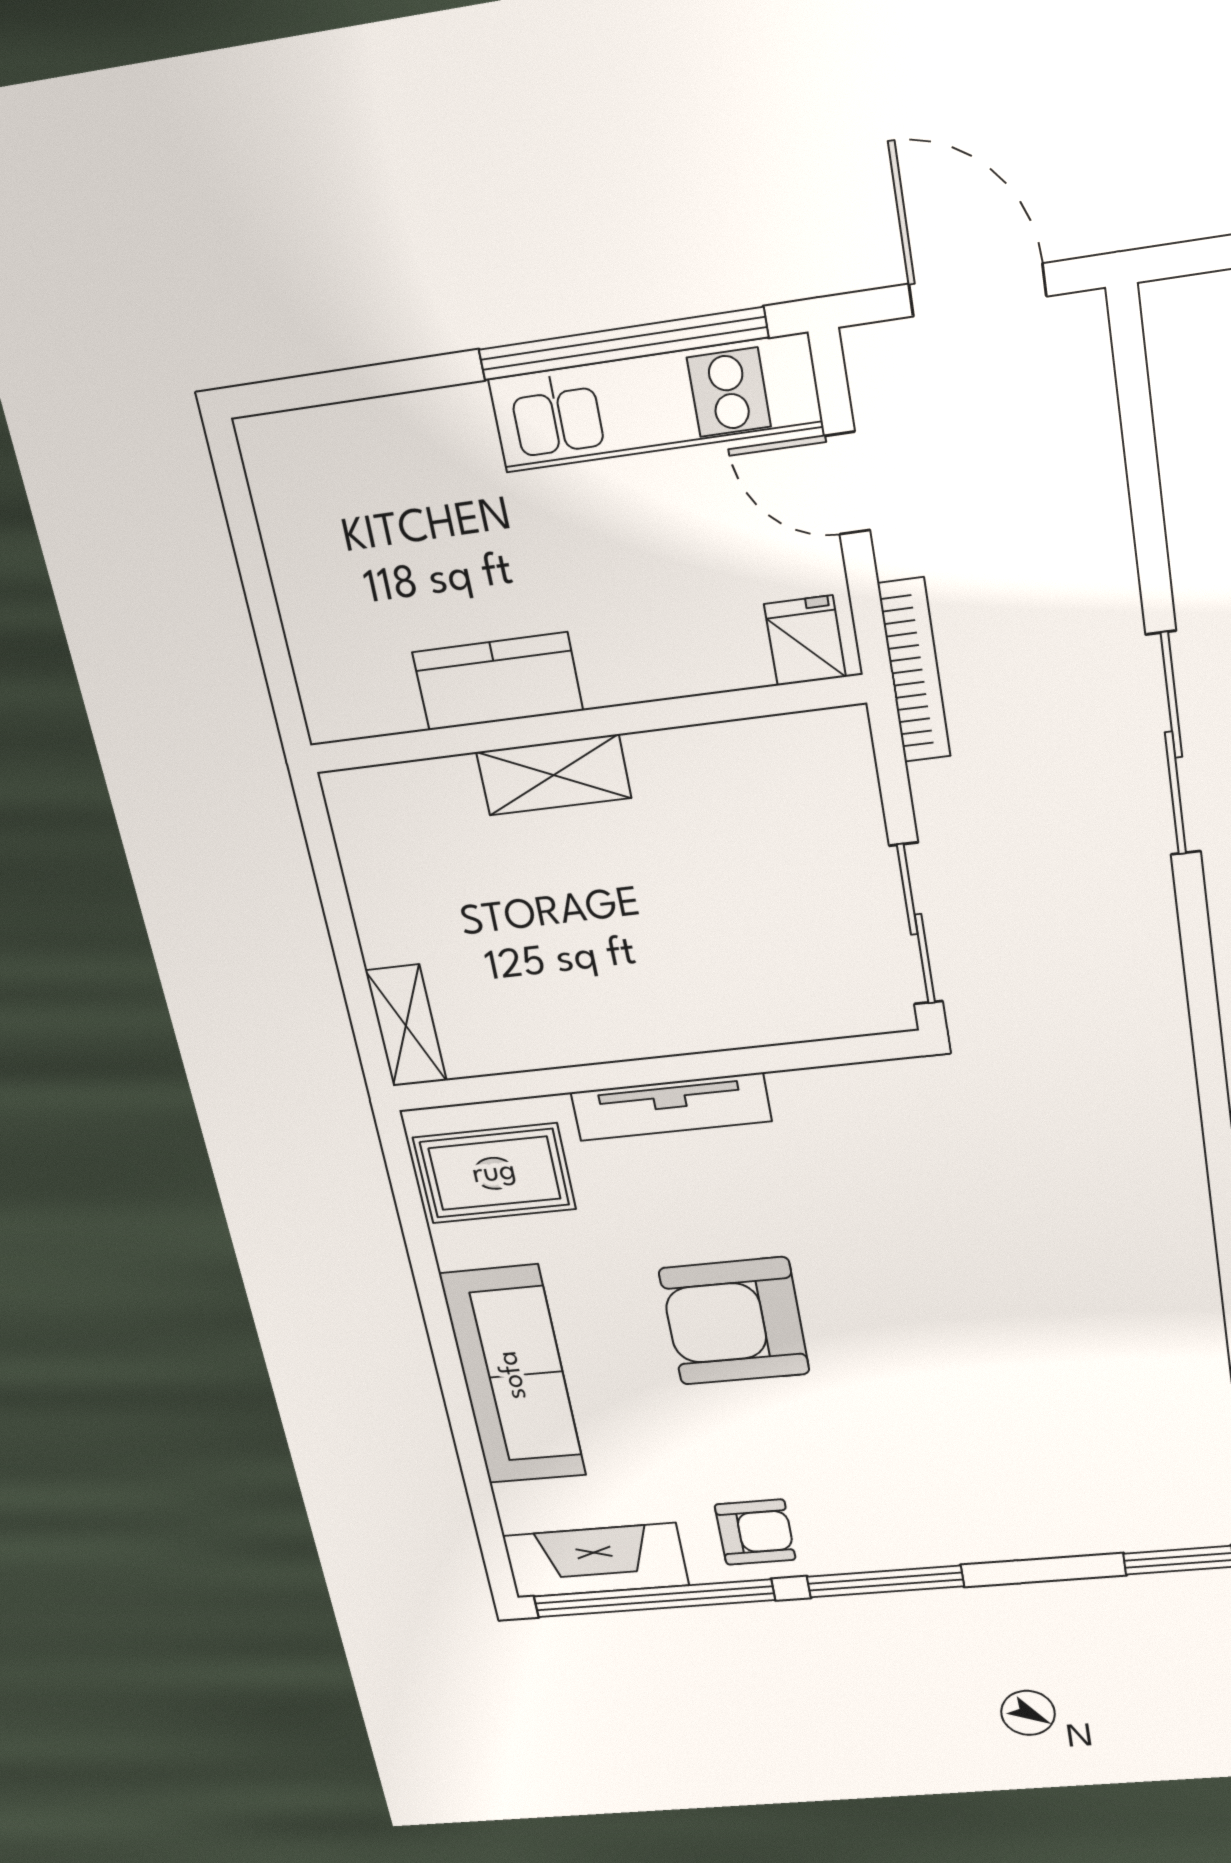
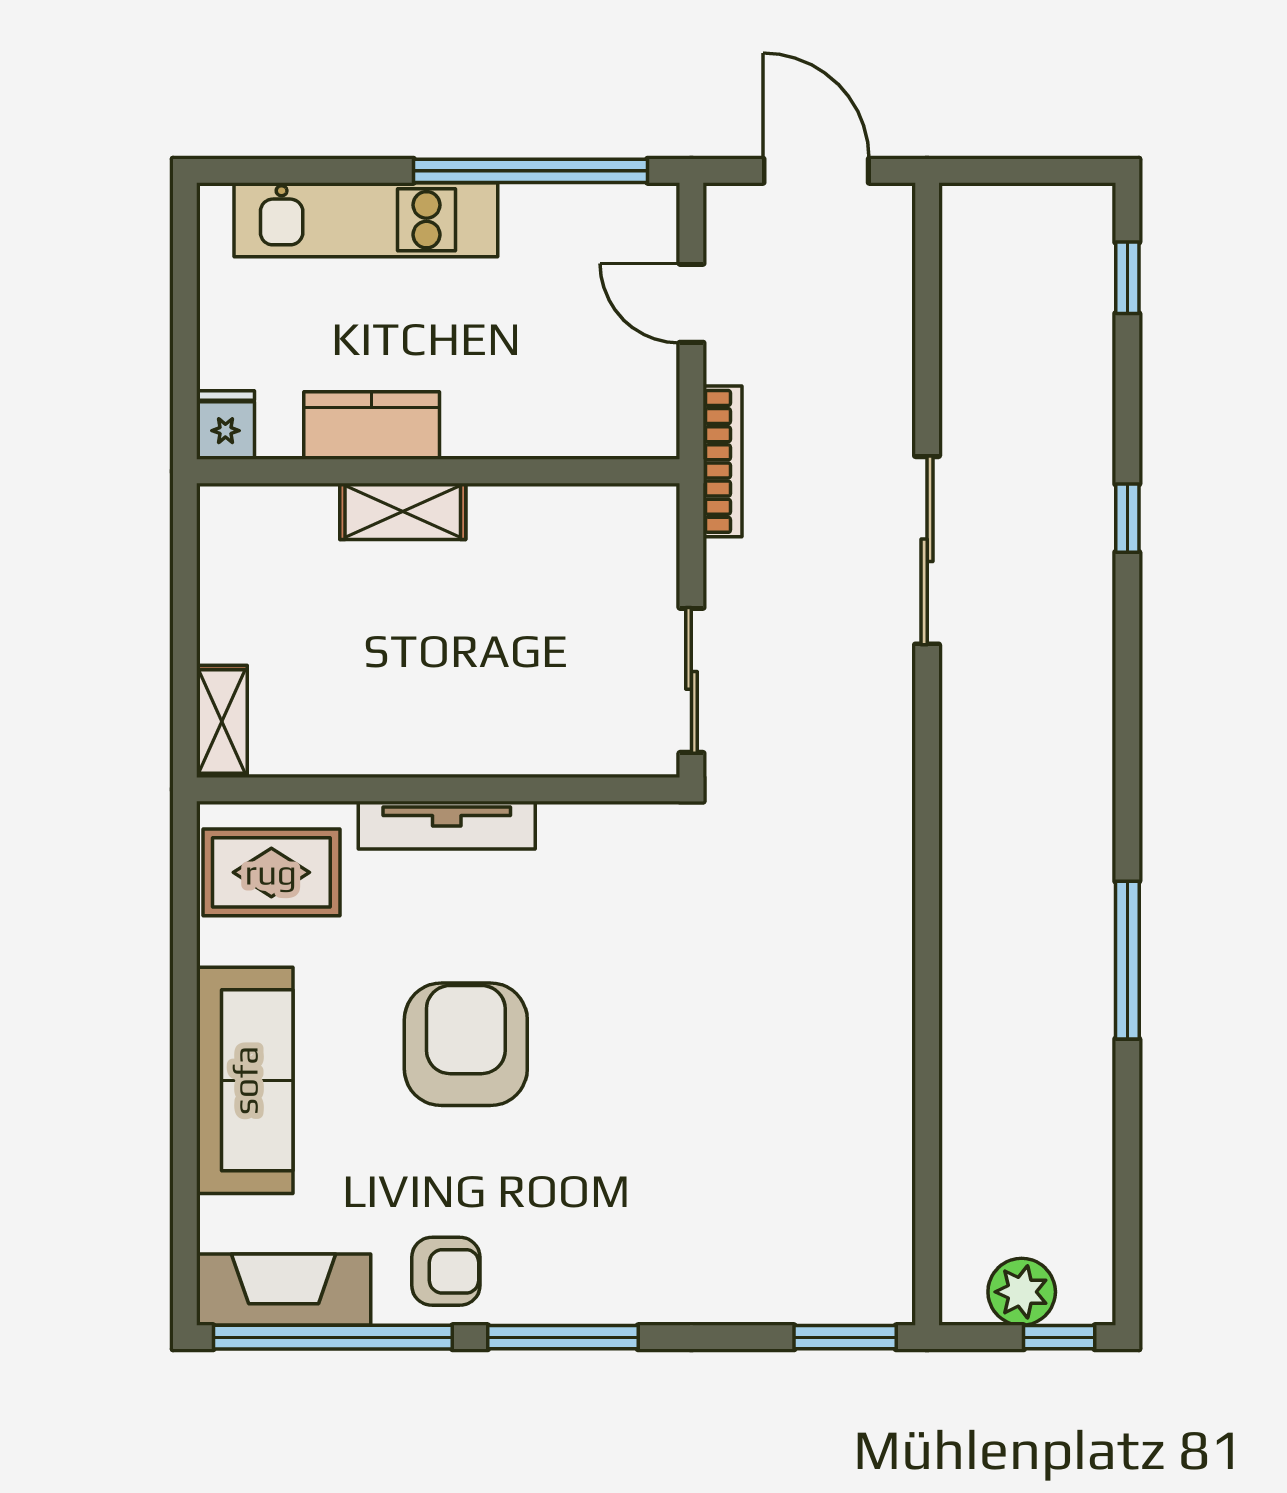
kitchen unit: (655, 403) -> (366, 220), moved
fridge: (805, 641) -> (225, 425), moved
armchair: (734, 1321) -> (466, 1044), turned 90

